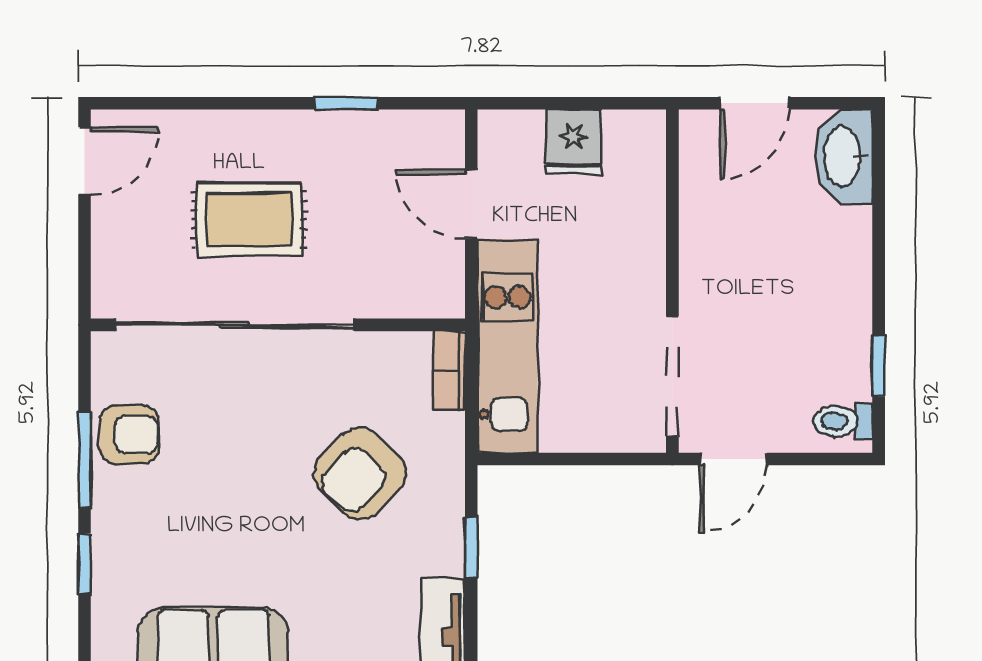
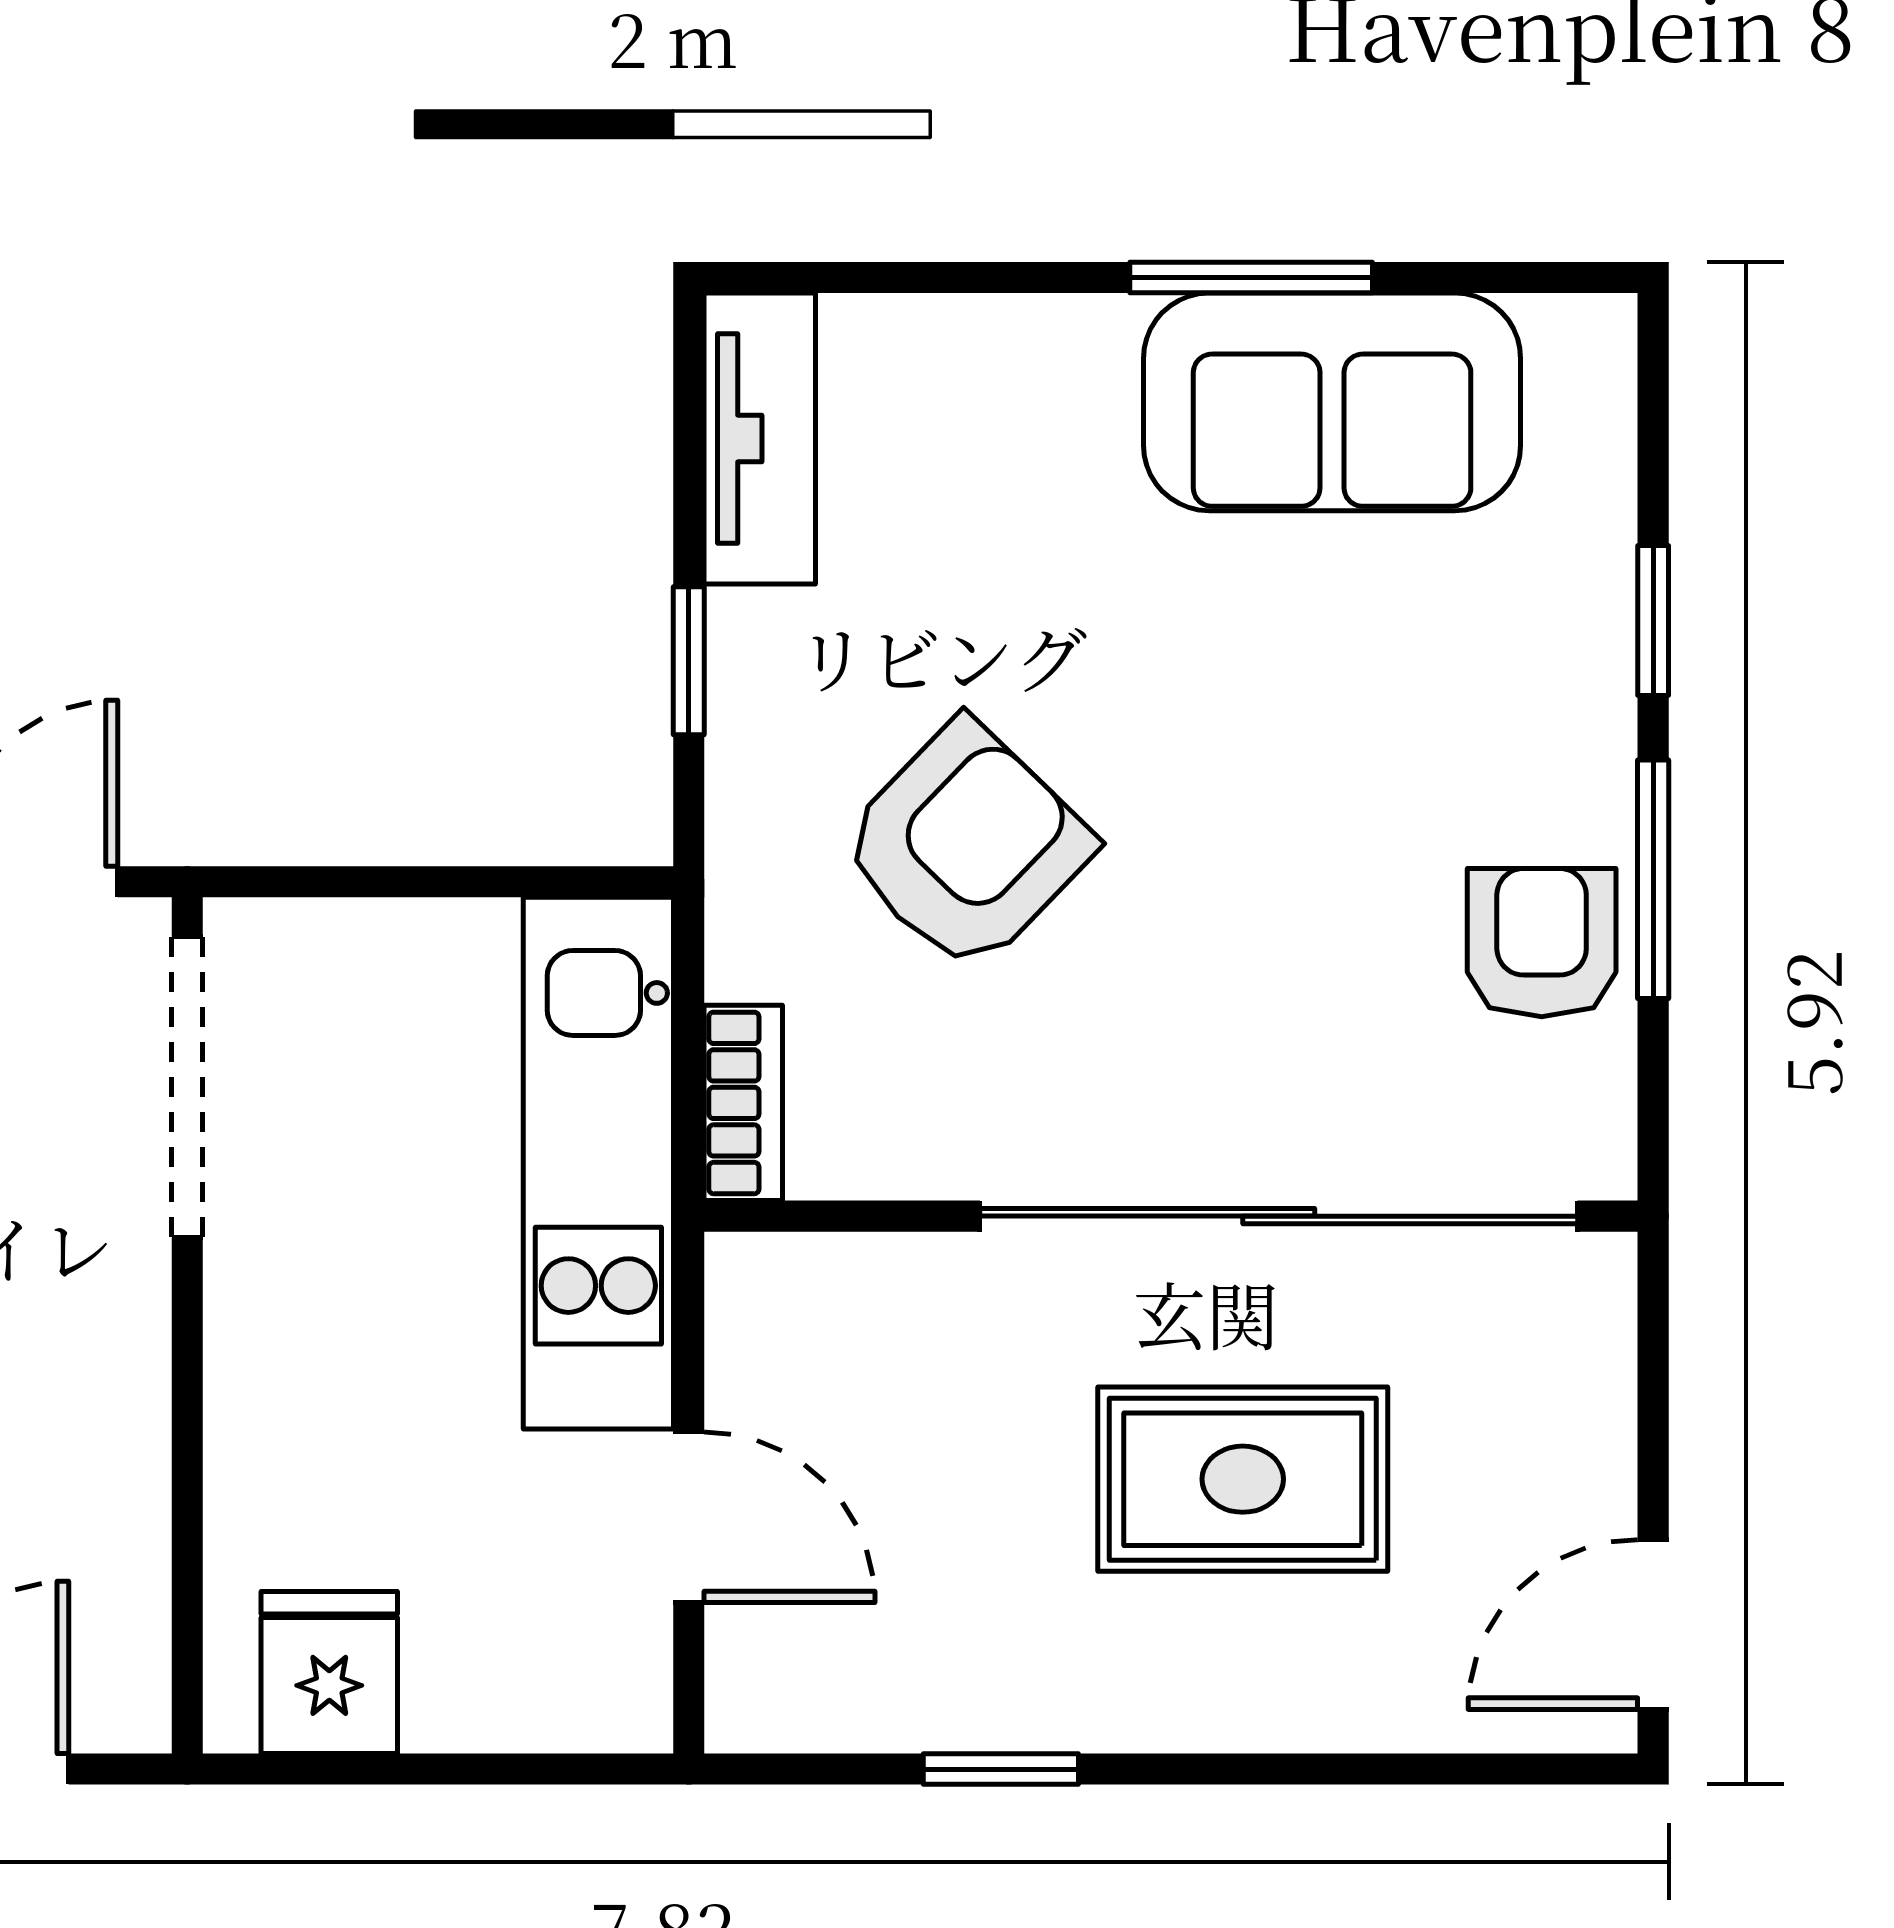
fridge: (573, 142) -> (329, 1672), moved
armchair: (129, 435) -> (1542, 943), turned 90

